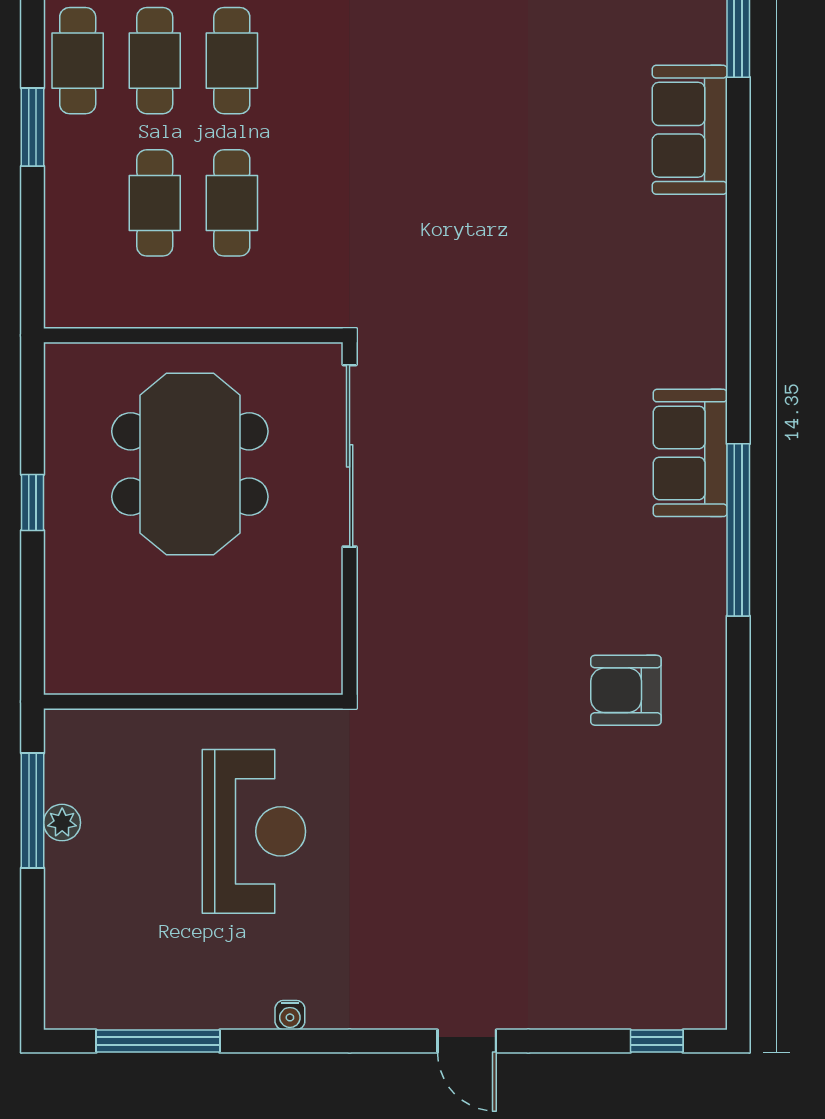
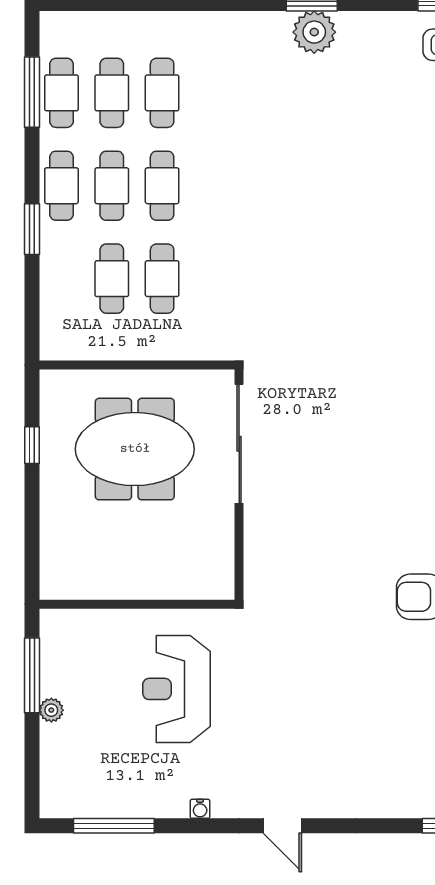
meeting table: (190, 464) -> (135, 449), turned 90
window: (32, 503) -> (32, 445), moved
plant: (62, 823) -> (51, 710), moved
reception desk: (254, 831) -> (177, 689), turned 180
door: (467, 1041) -> (282, 826), moved

